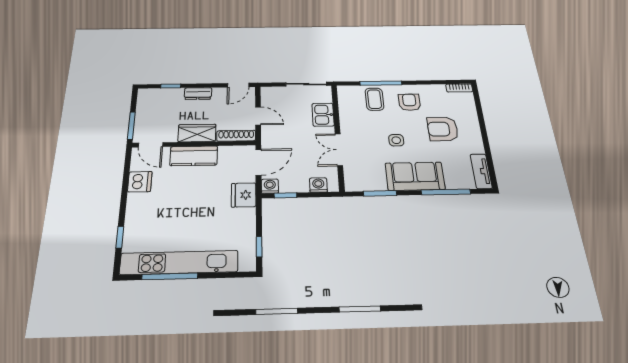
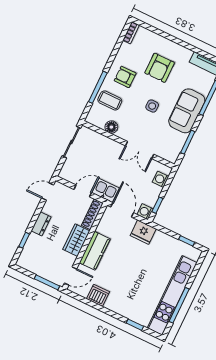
door: (238, 85) -> (48, 191), swing flipped
floor lamp: (347, 113) -> (111, 127), added
kitchen sink: (323, 115) -> (105, 190), moved, turned 180

